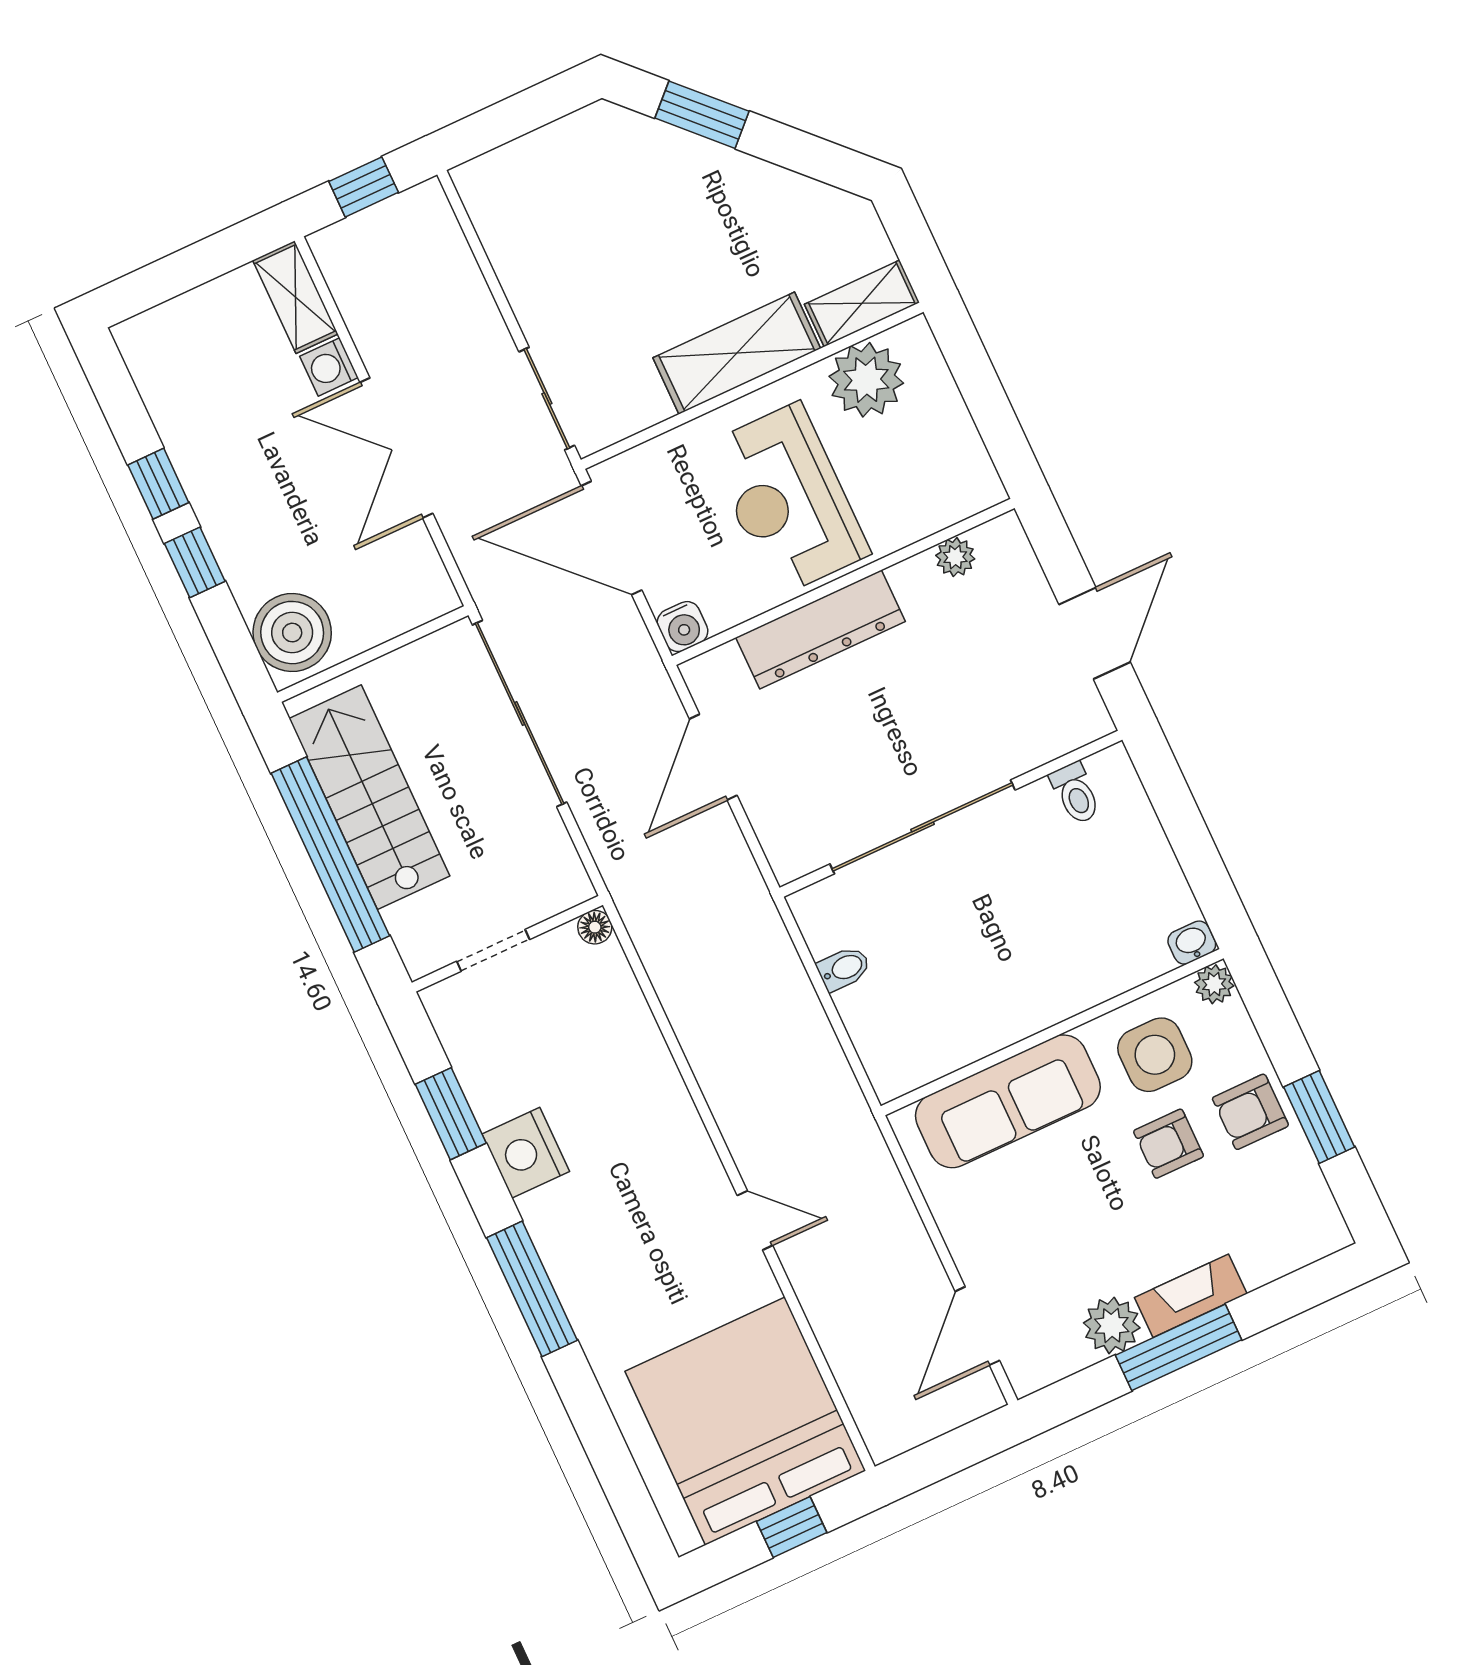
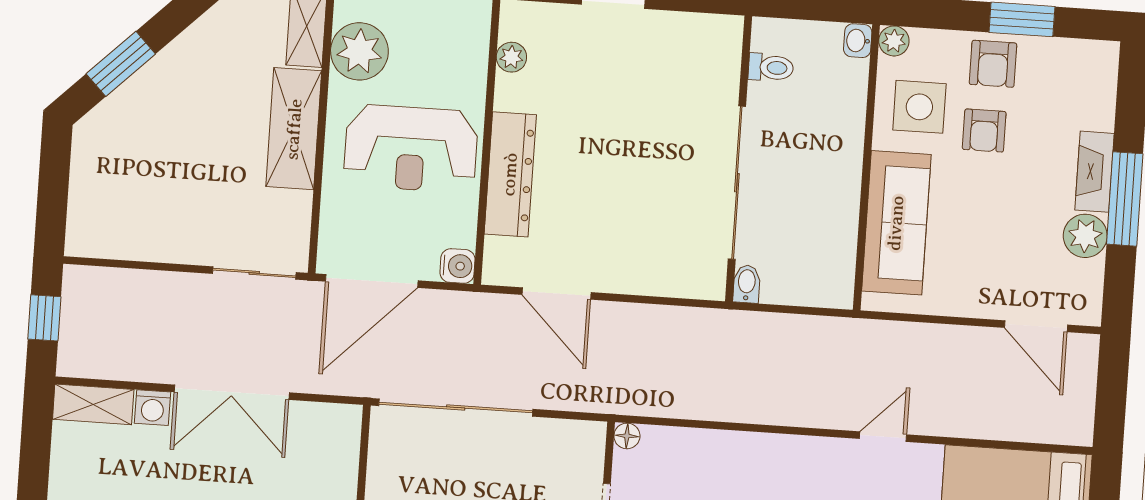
toilet: (1075, 793) -> (771, 67), moved
wall: (951, 814) -> (739, 159), moved
sliding door: (922, 827) -> (737, 183), moved

